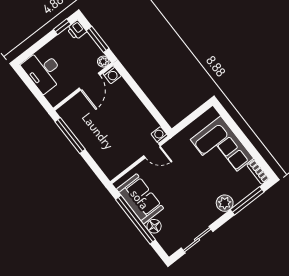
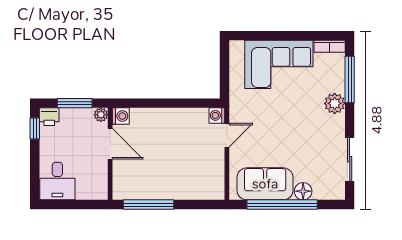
desk: (43, 71) -> (57, 181), width x0.73

